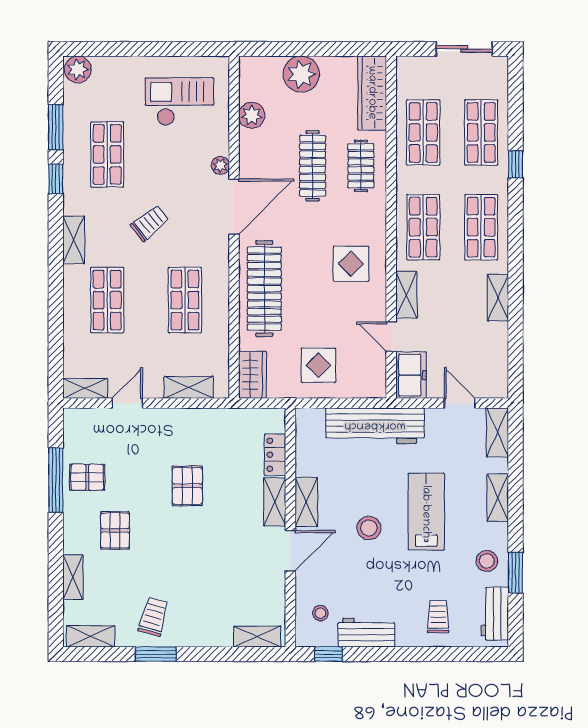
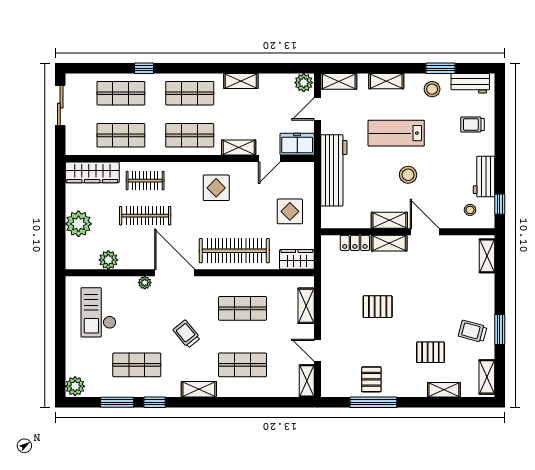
plant: (496, 384) -> (304, 83), added
pallet: (115, 530) -> (430, 352), moved

